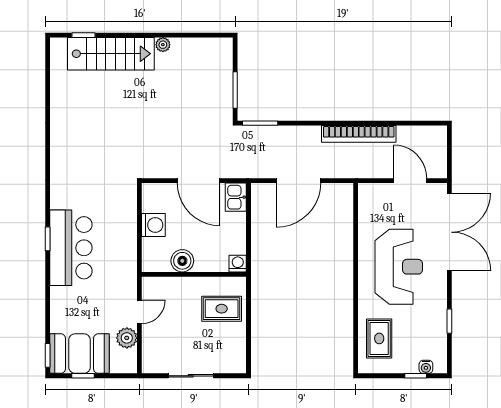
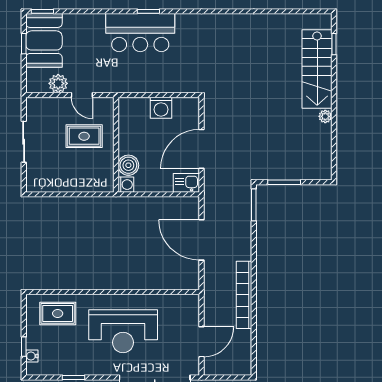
boiler: (182, 261) -> (128, 165), moved
rug: (222, 309) -> (84, 136), moved, turned 90

